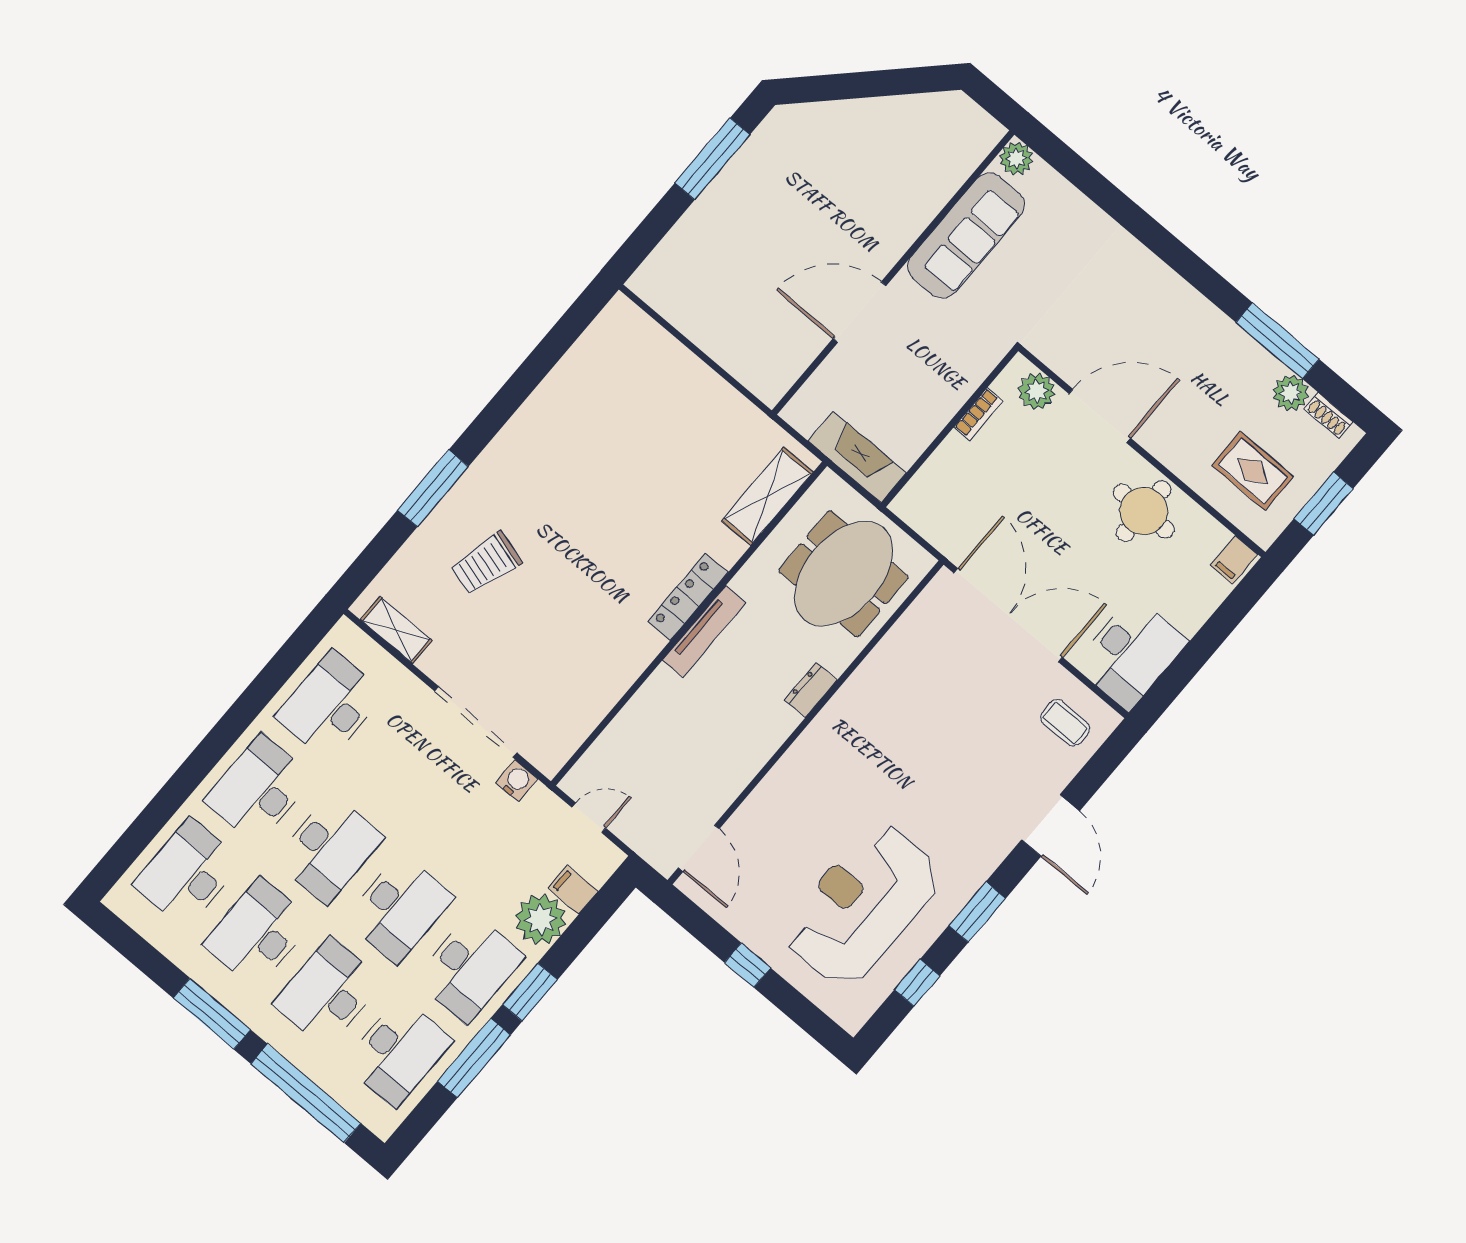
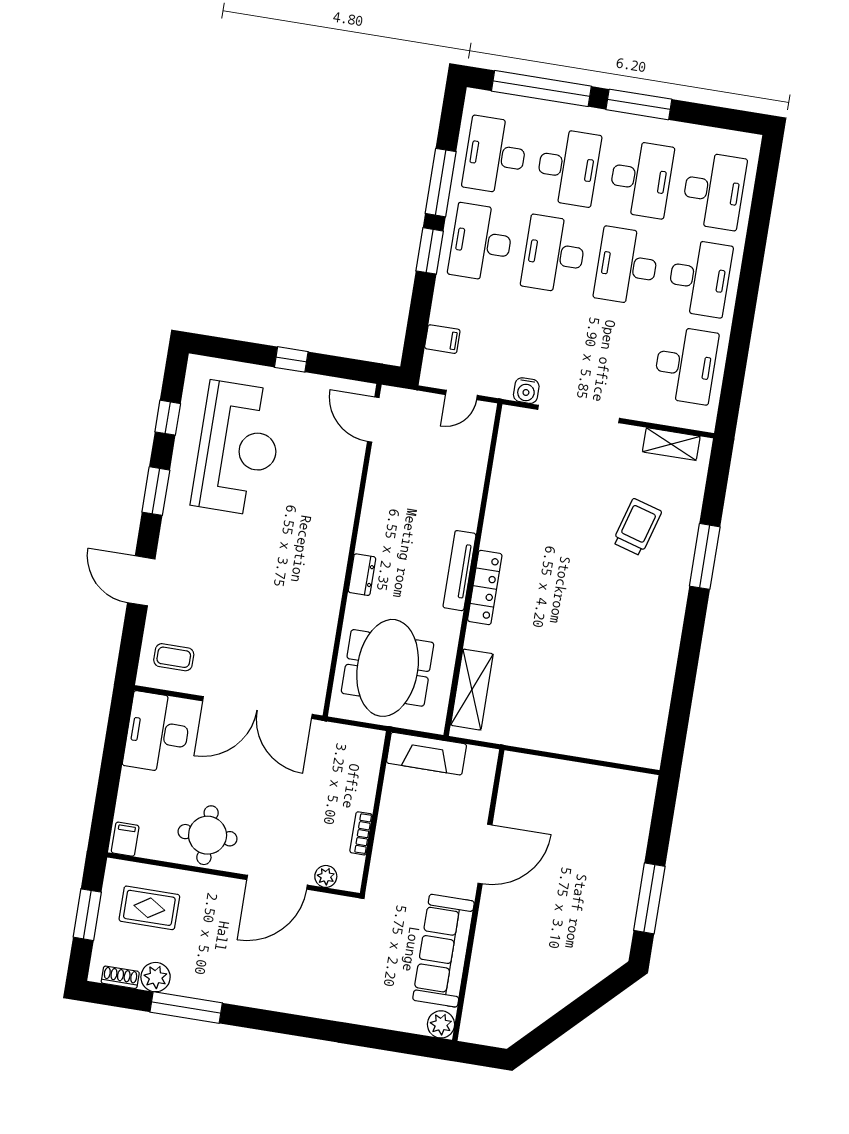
plant: (1037, 391) -> (326, 876), width x0.73, depth x0.73
plant: (541, 919) -> (452, 305), removed

